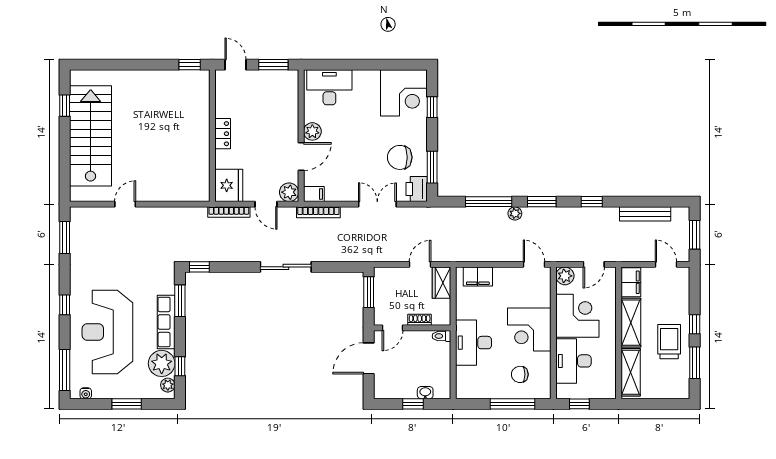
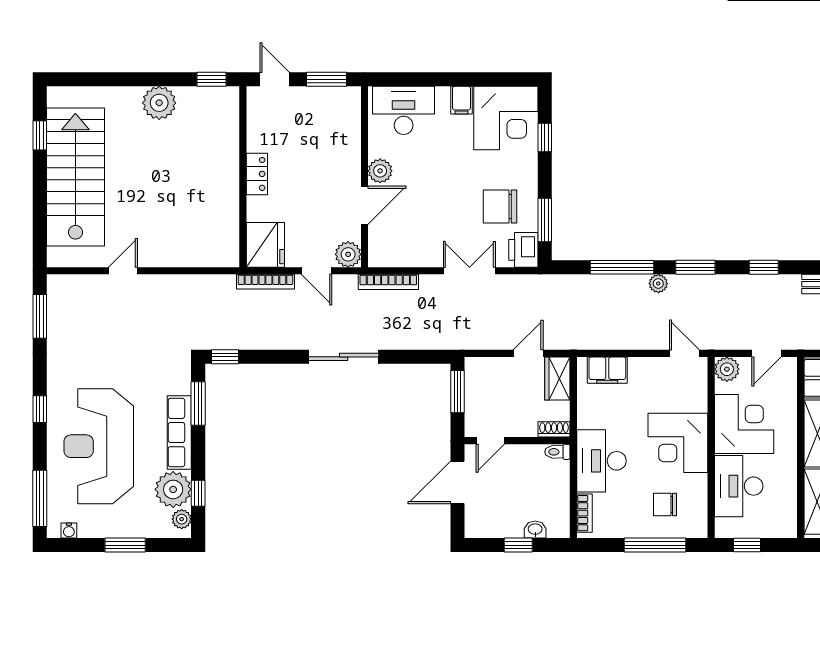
plant: (151, 82) -> (159, 103), added
filing cabinet: (314, 194) -> (462, 100), moved, turned 90
shoe rack: (420, 320) -> (554, 429), moved
bookcase: (461, 381) -> (584, 513), added

